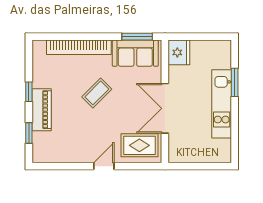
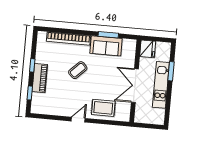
fridge: (179, 52) -> (148, 49), moved
wall: (165, 101) -> (135, 81), moved
double door: (165, 108) -> (135, 86), moved

